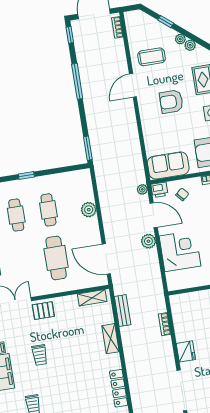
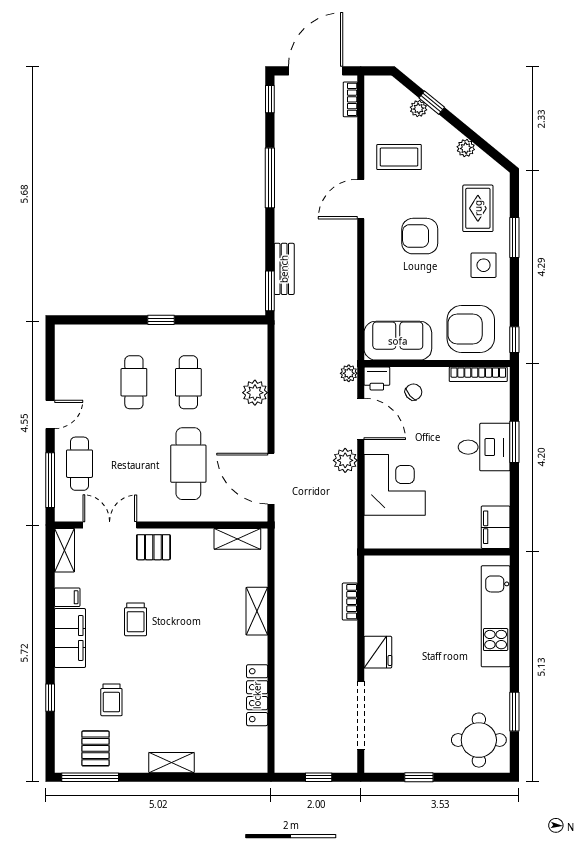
plant: (180, 39) -> (418, 109), moved
bench: (123, 311) -> (284, 269), moved

